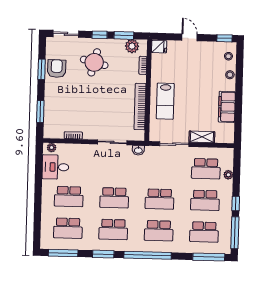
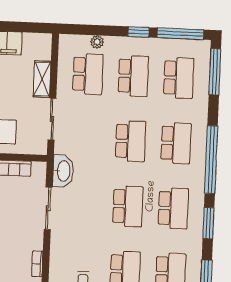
washbasin: (138, 150) -> (63, 171), width x1.91, depth x1.45

